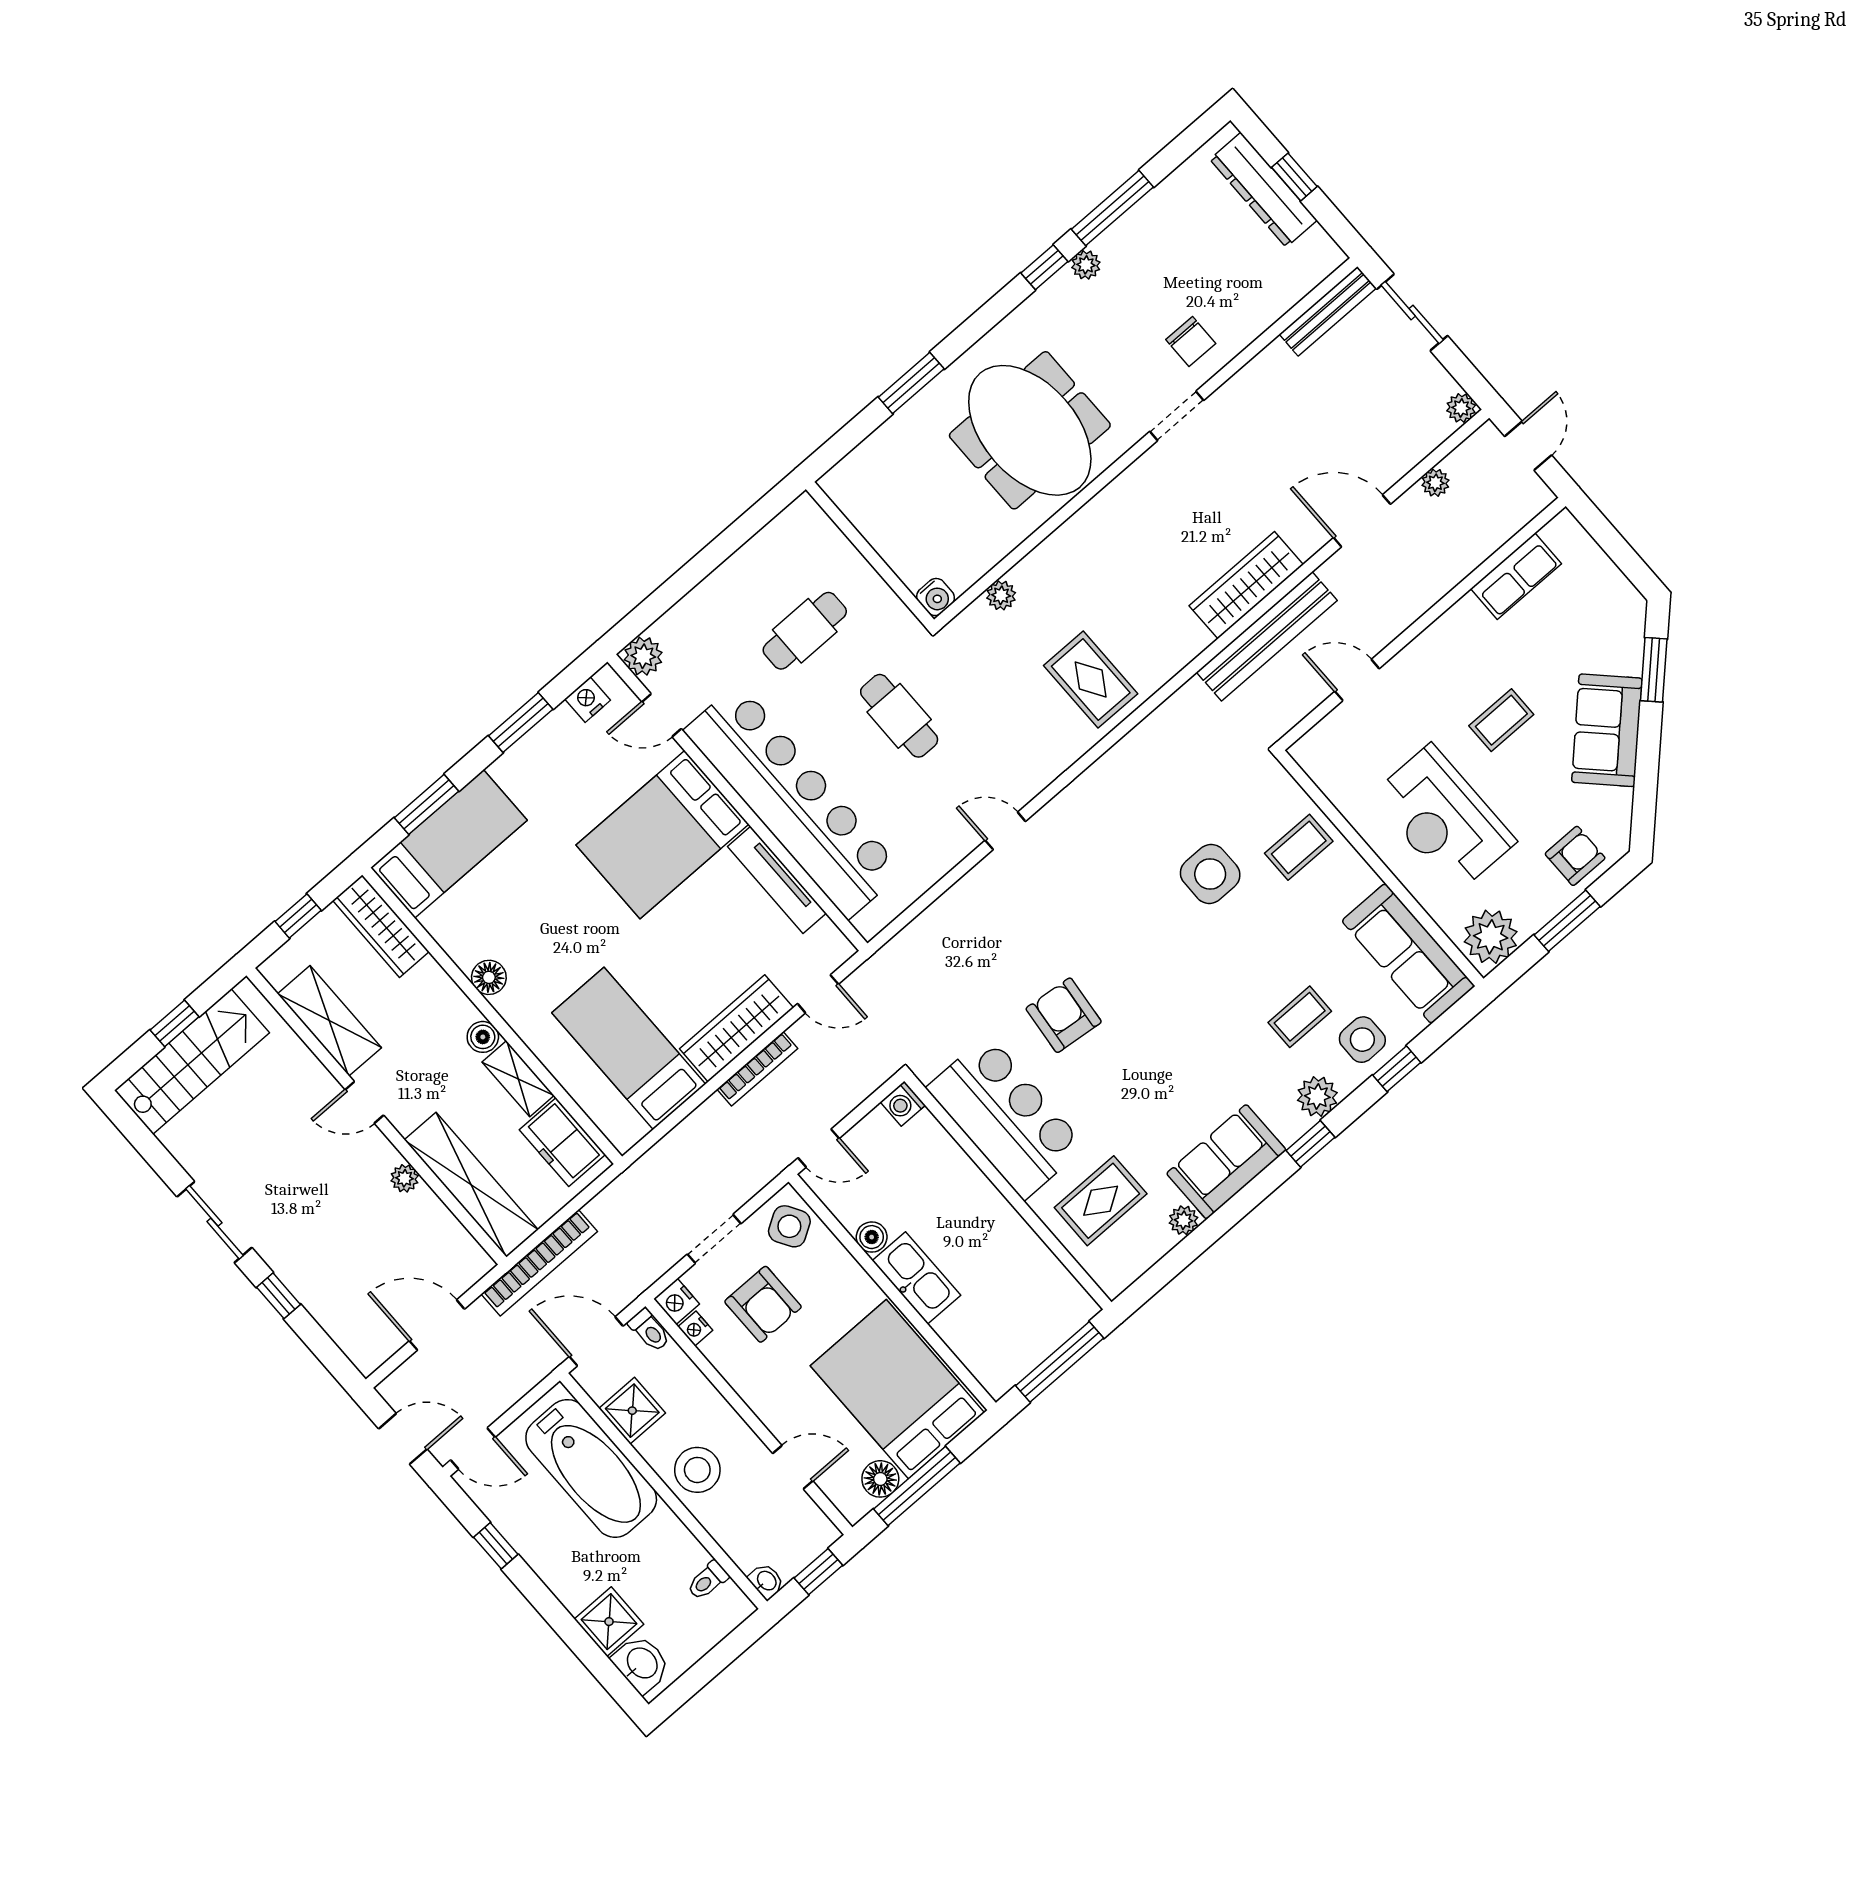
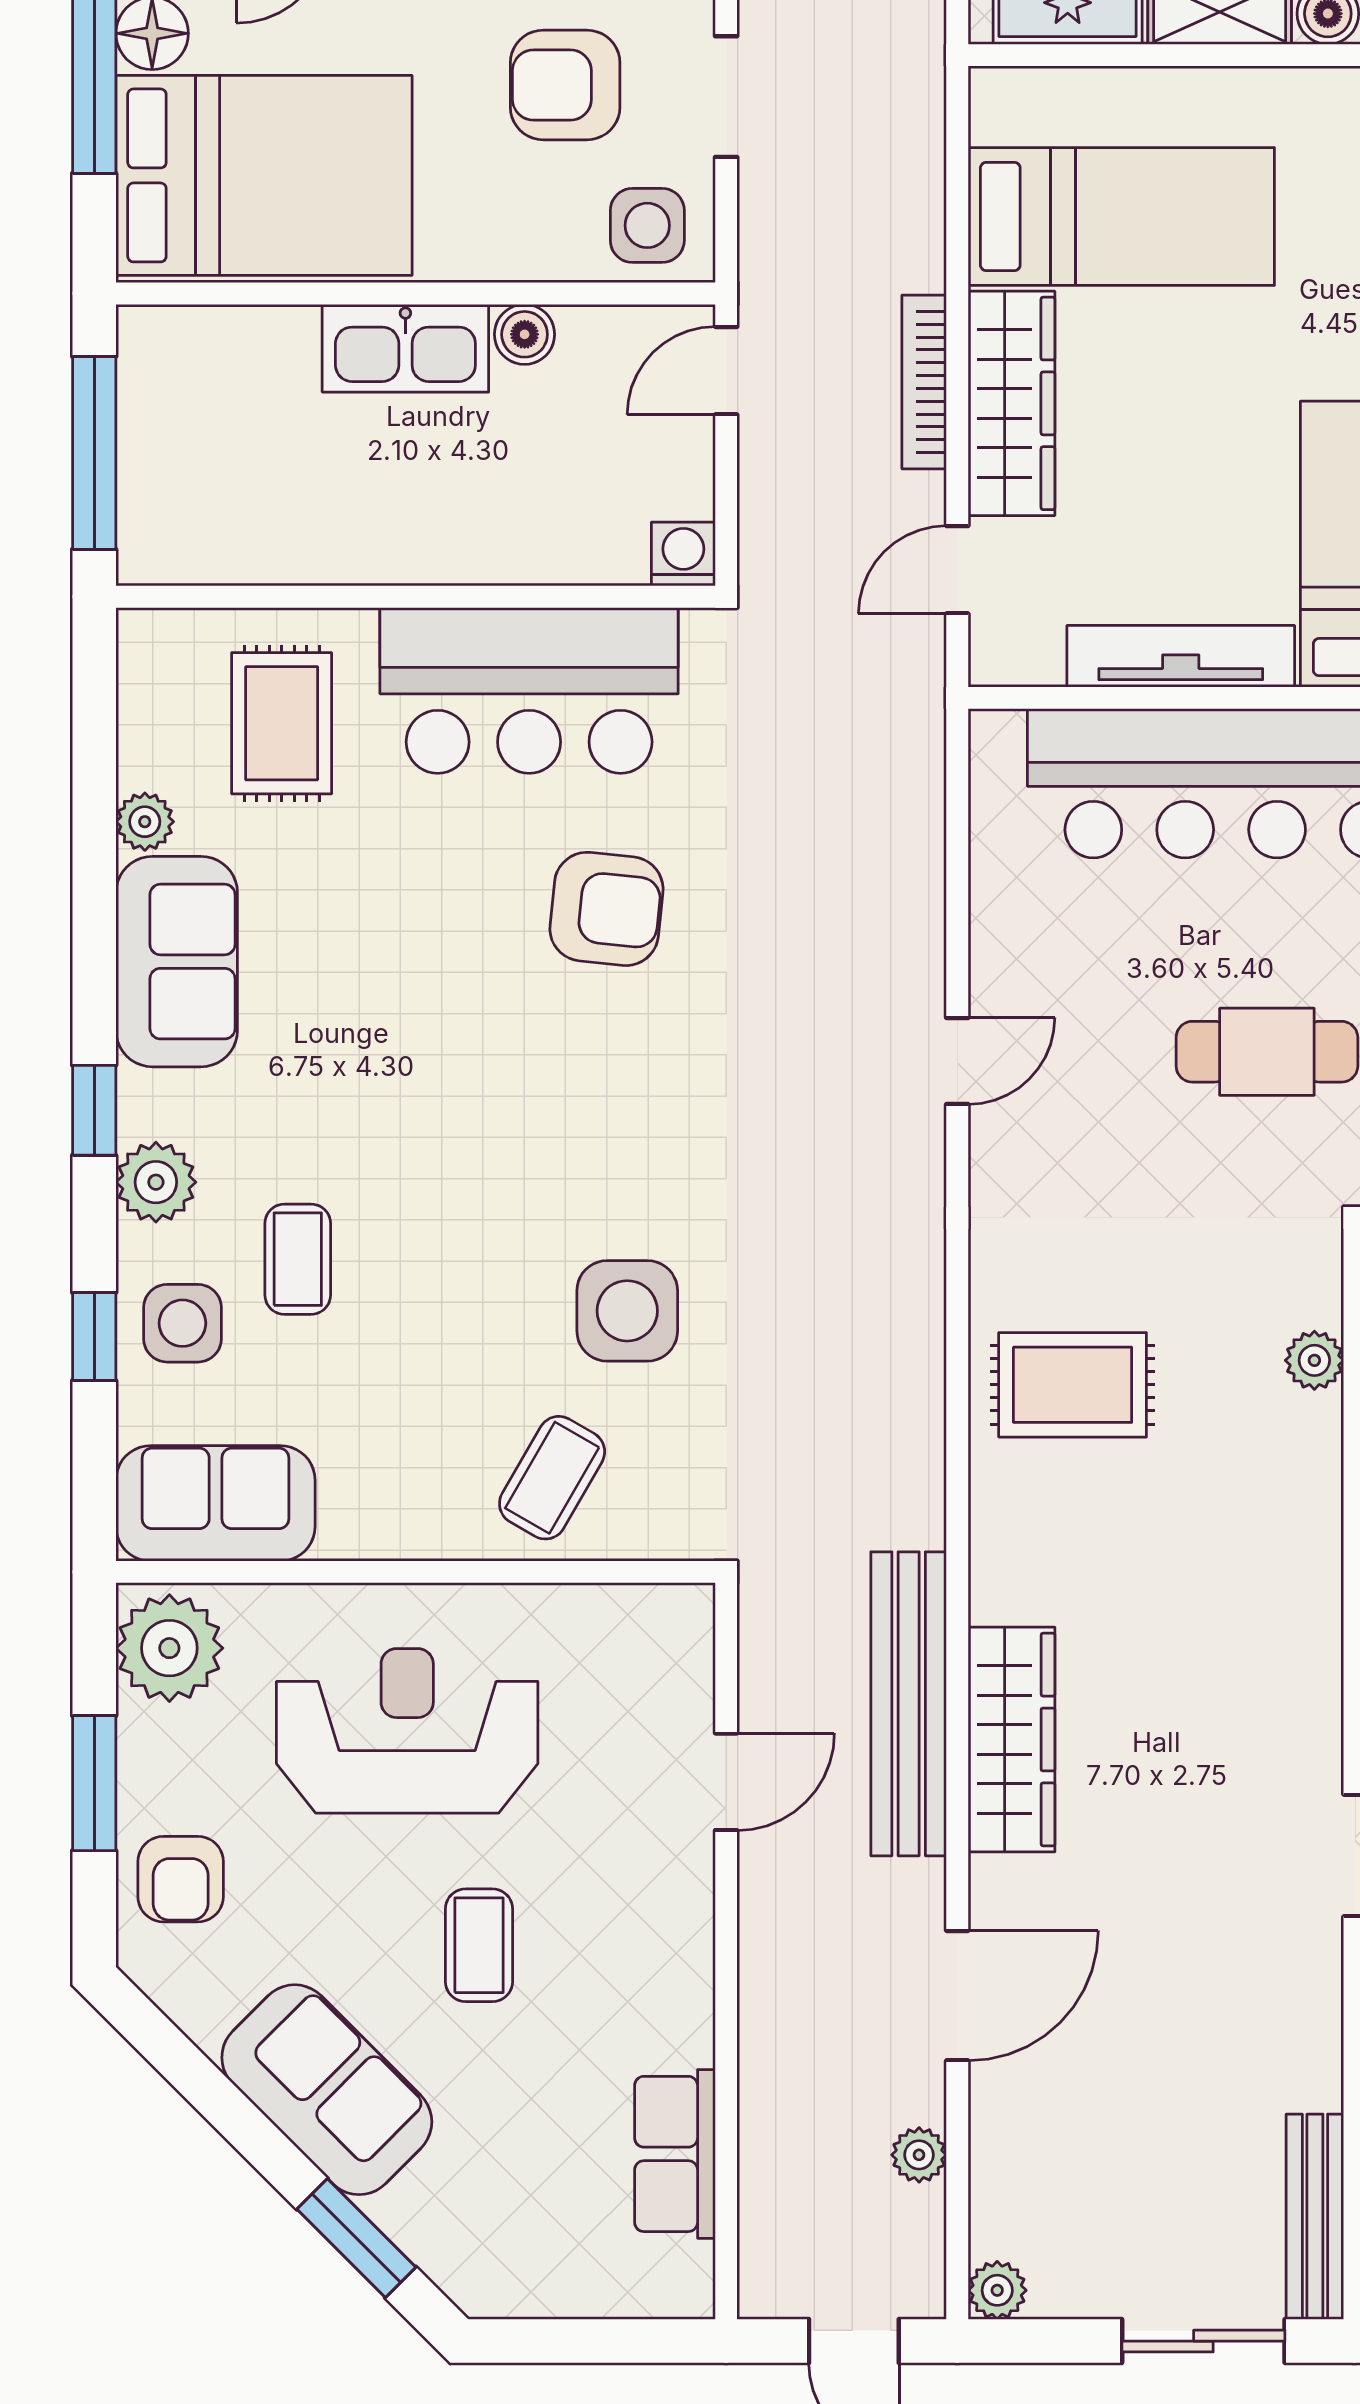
coffee table: (1299, 847) -> (552, 1478), turned 30
sofa: (1408, 953) -> (216, 1503), width x0.73
side table: (789, 1226) -> (647, 225), turned 31

